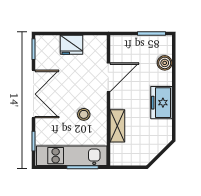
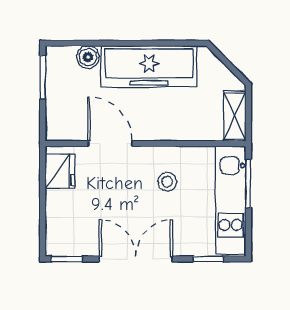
fridge: (72, 45) -> (60, 171), moved
freezer: (161, 103) -> (149, 66), width x1.91, depth x1.26
shelving: (117, 126) -> (235, 116), moved, turned 90

